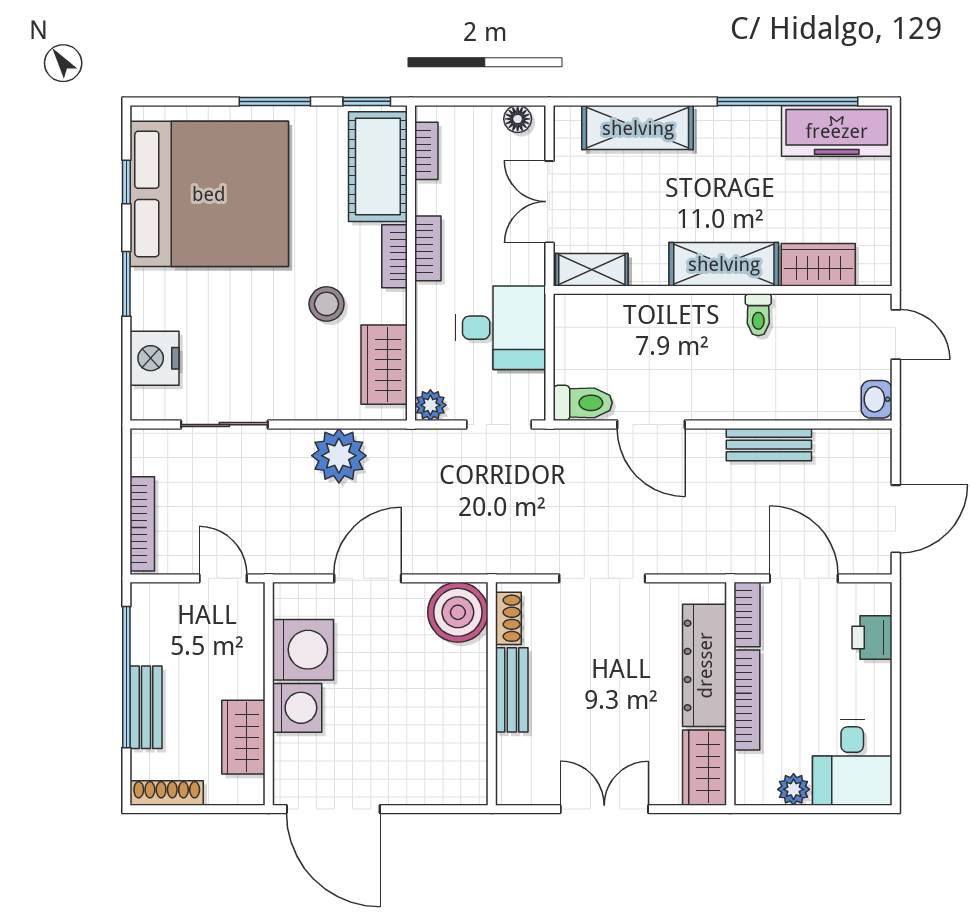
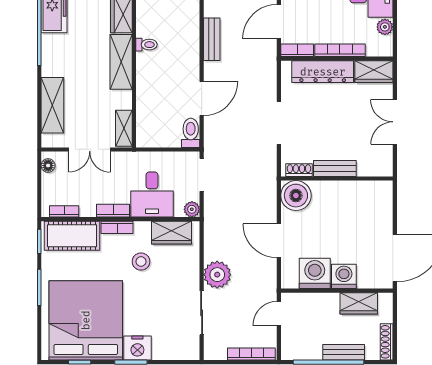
desk: (500, 328) -> (152, 194), moved, turned 180
nightstand: (155, 358) -> (137, 348), moved
plant: (339, 456) -> (217, 275), moved

